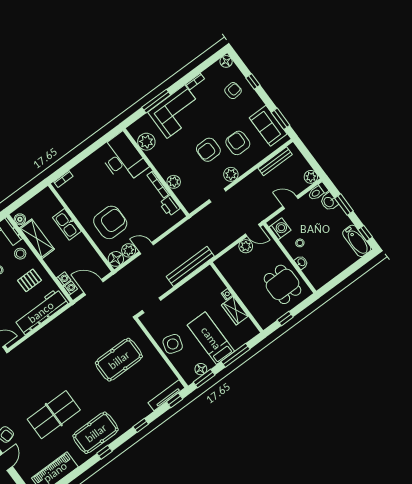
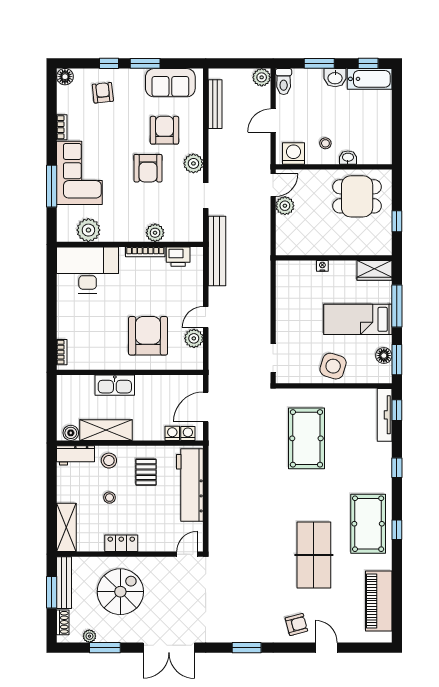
window: (281, 119) -> (145, 63), moved
armchair: (238, 143) -> (164, 130), turned 90
washbasin: (329, 202) -> (335, 78), moved
floor lamp: (116, 259) -> (193, 359), removed
bench: (190, 266) -> (217, 251), moved
wardrobe: (235, 311) -> (374, 270), moved

